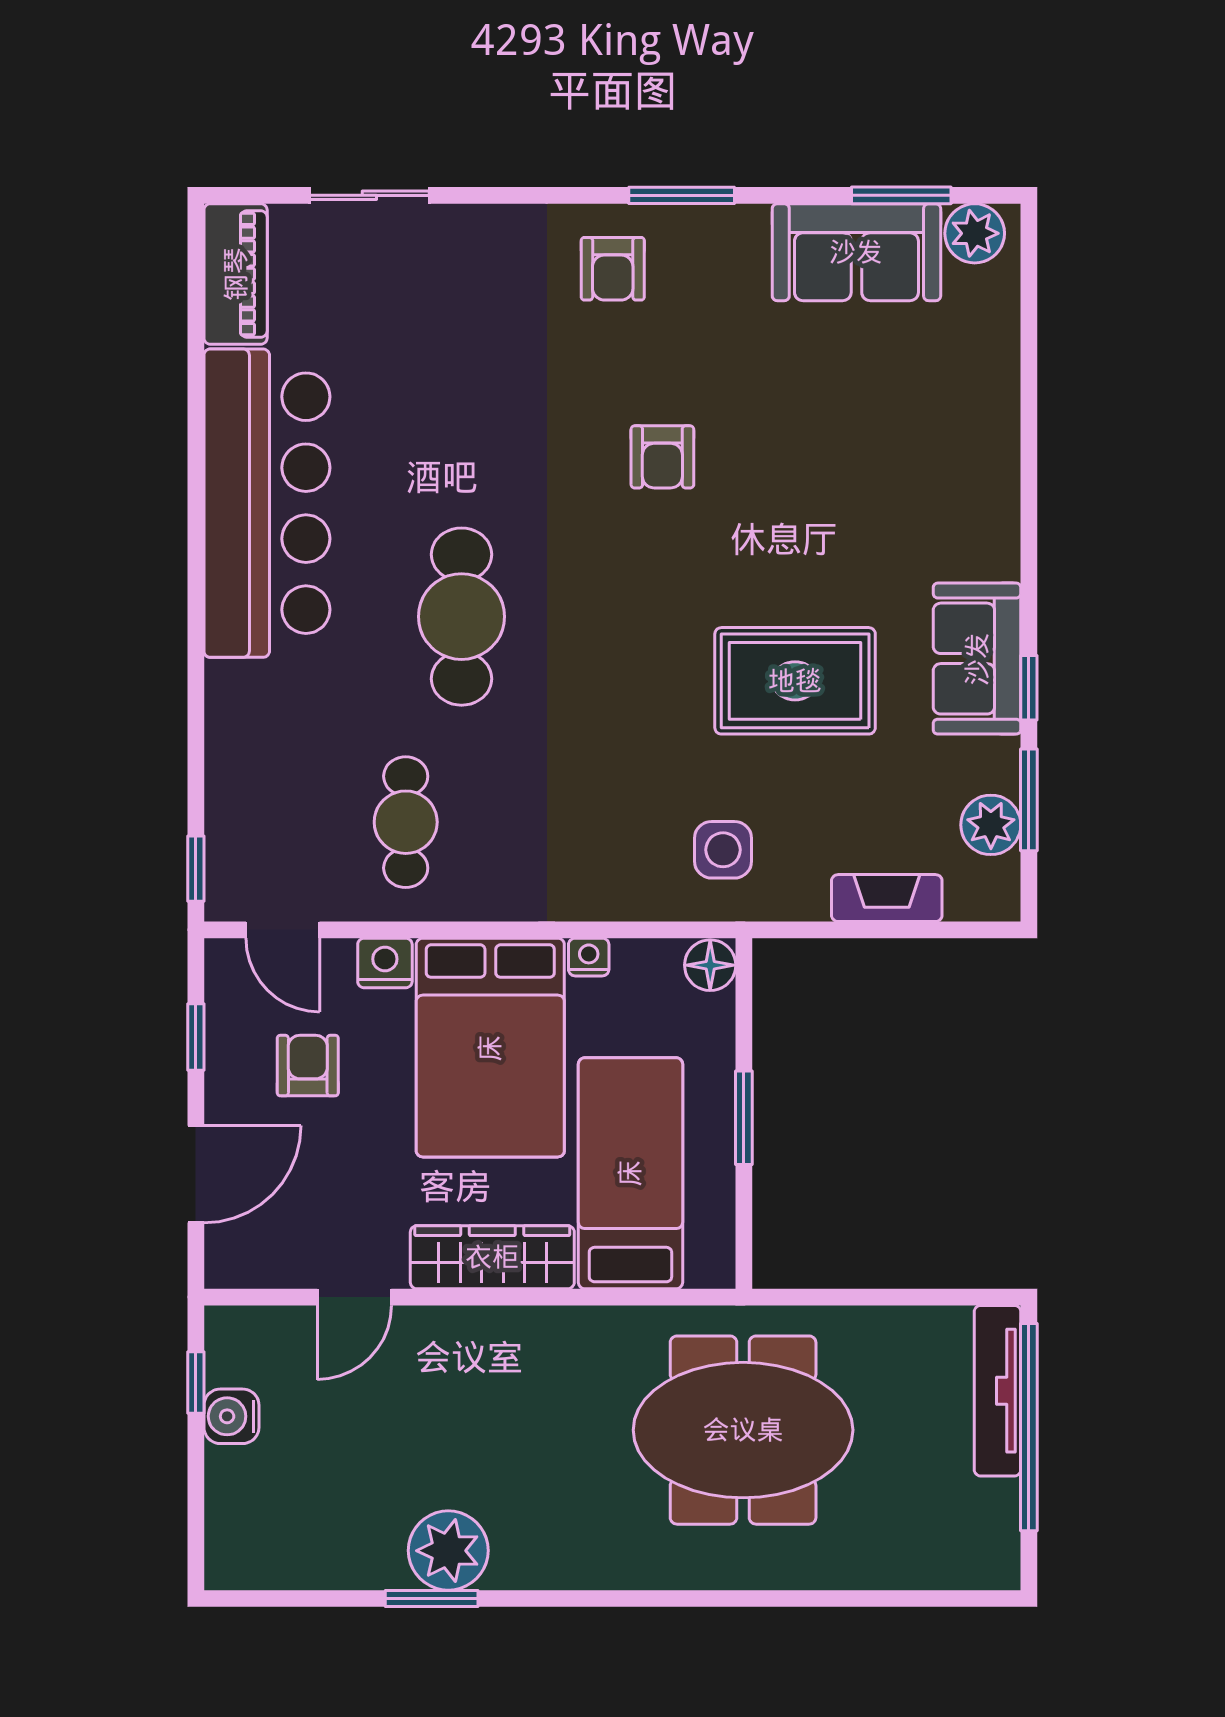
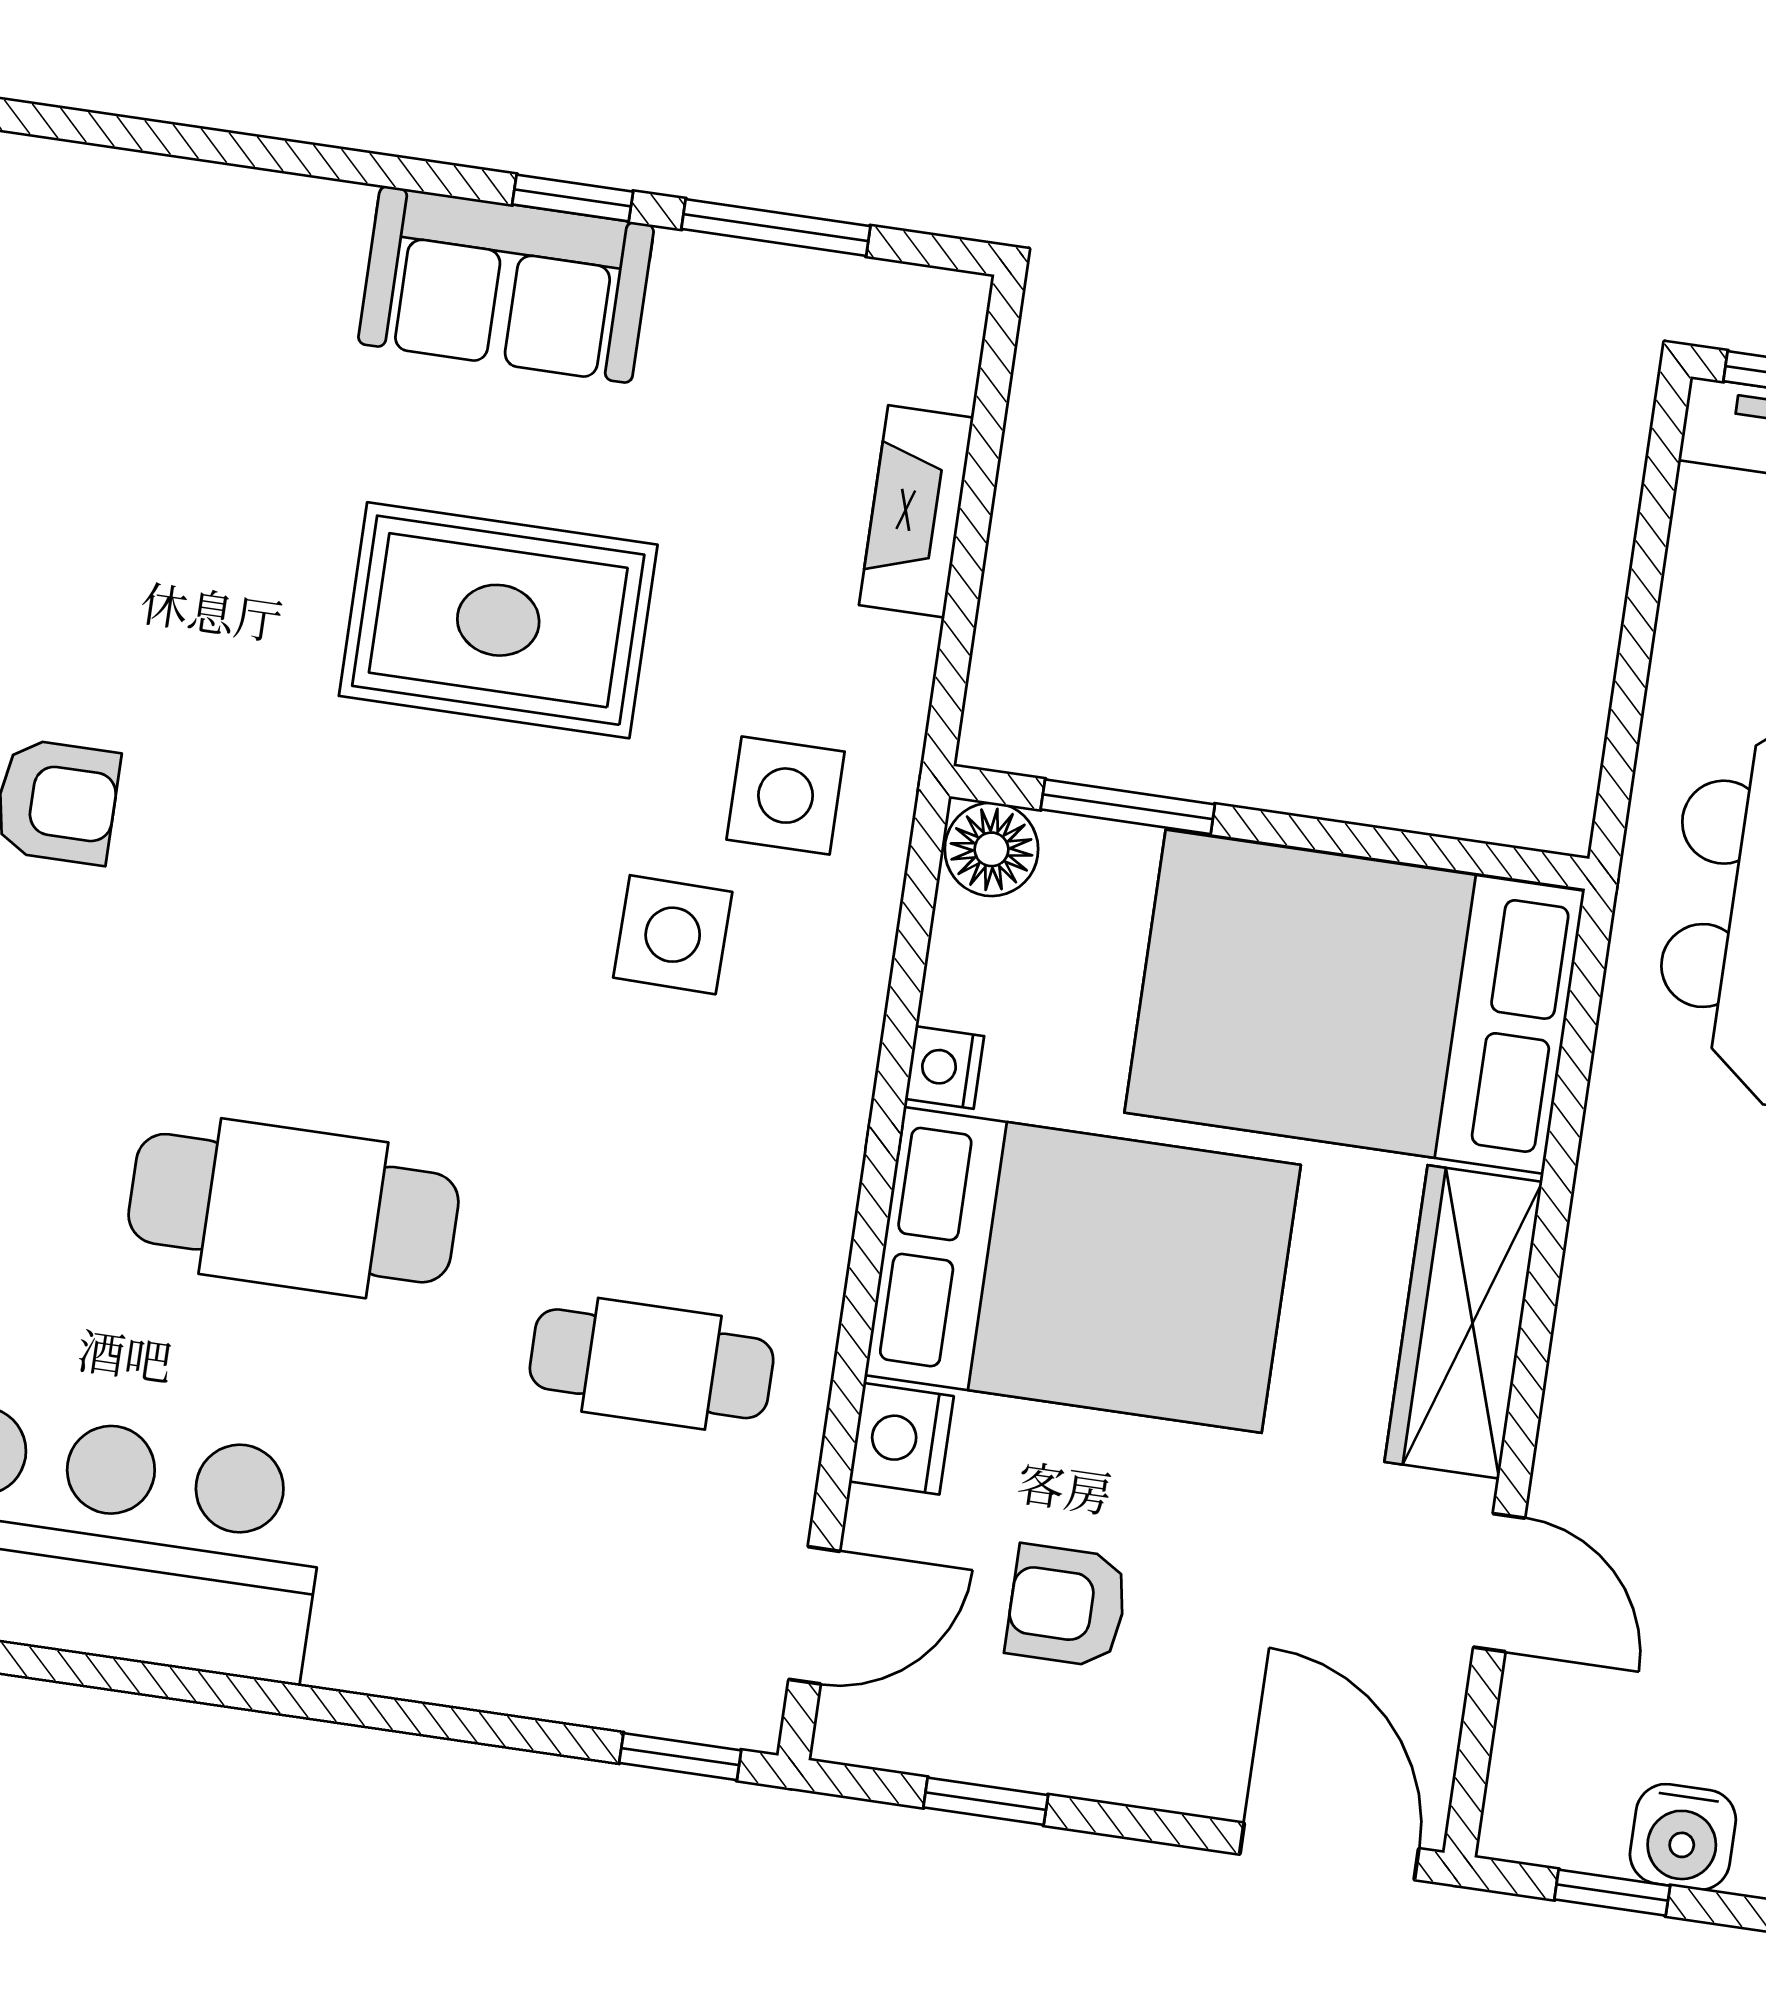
rug: (795, 681) -> (498, 620), turned 90
side table: (639, 800) -> (673, 935), added
plant: (991, 825) -> (811, 303), removed
window: (744, 1118) -> (1128, 807), moved
bed: (630, 1173) -> (1355, 1002), width x1.50
door: (196, 1174) -> (1329, 1851), moved

